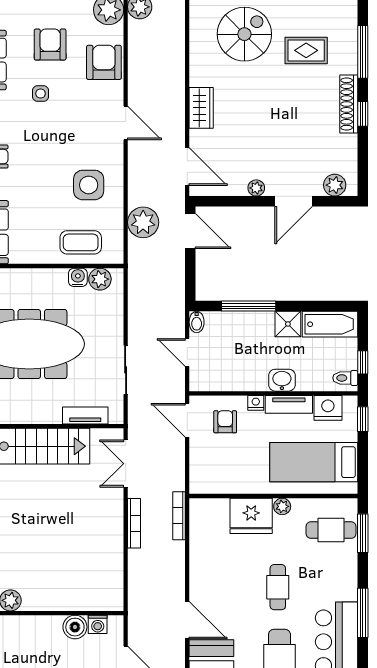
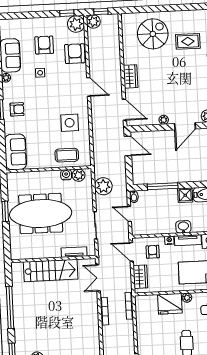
plant: (143, 222) -> (103, 186), moved
wardrobe: (201, 465) -> (140, 277), added

